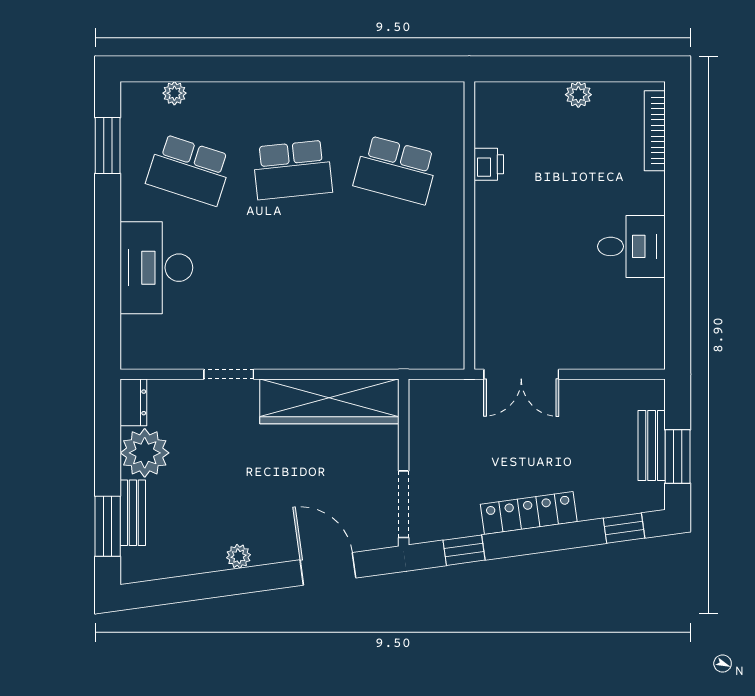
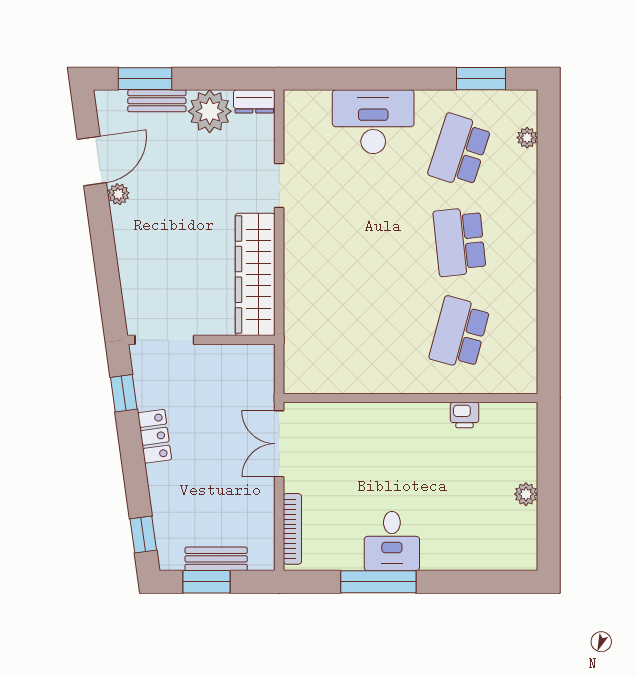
bookcase: (655, 131) -> (292, 529), moved, turned 90
window: (678, 262) -> (378, 582), added
locker: (529, 513) -> (155, 436), width x0.66
door: (328, 569) -> (92, 161), moved

